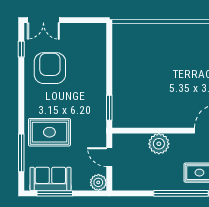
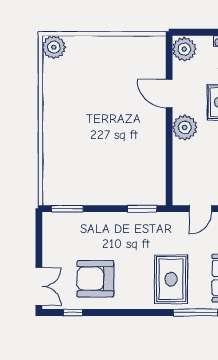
window: (109, 44) -> (67, 209), added
plant: (159, 144) -> (185, 127), moved

